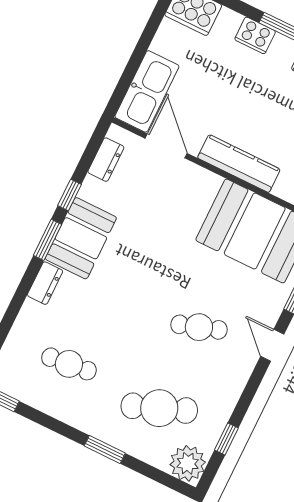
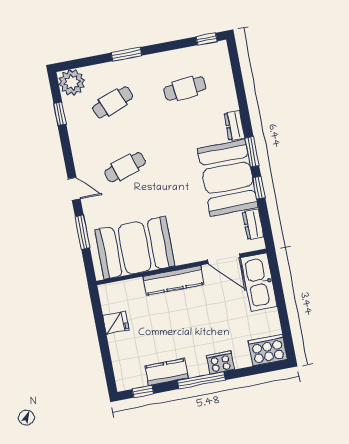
booth: (81, 238) -> (228, 178), width x1.36, depth x1.42
cafe table: (159, 408) -> (113, 102), width x0.73, depth x0.74

